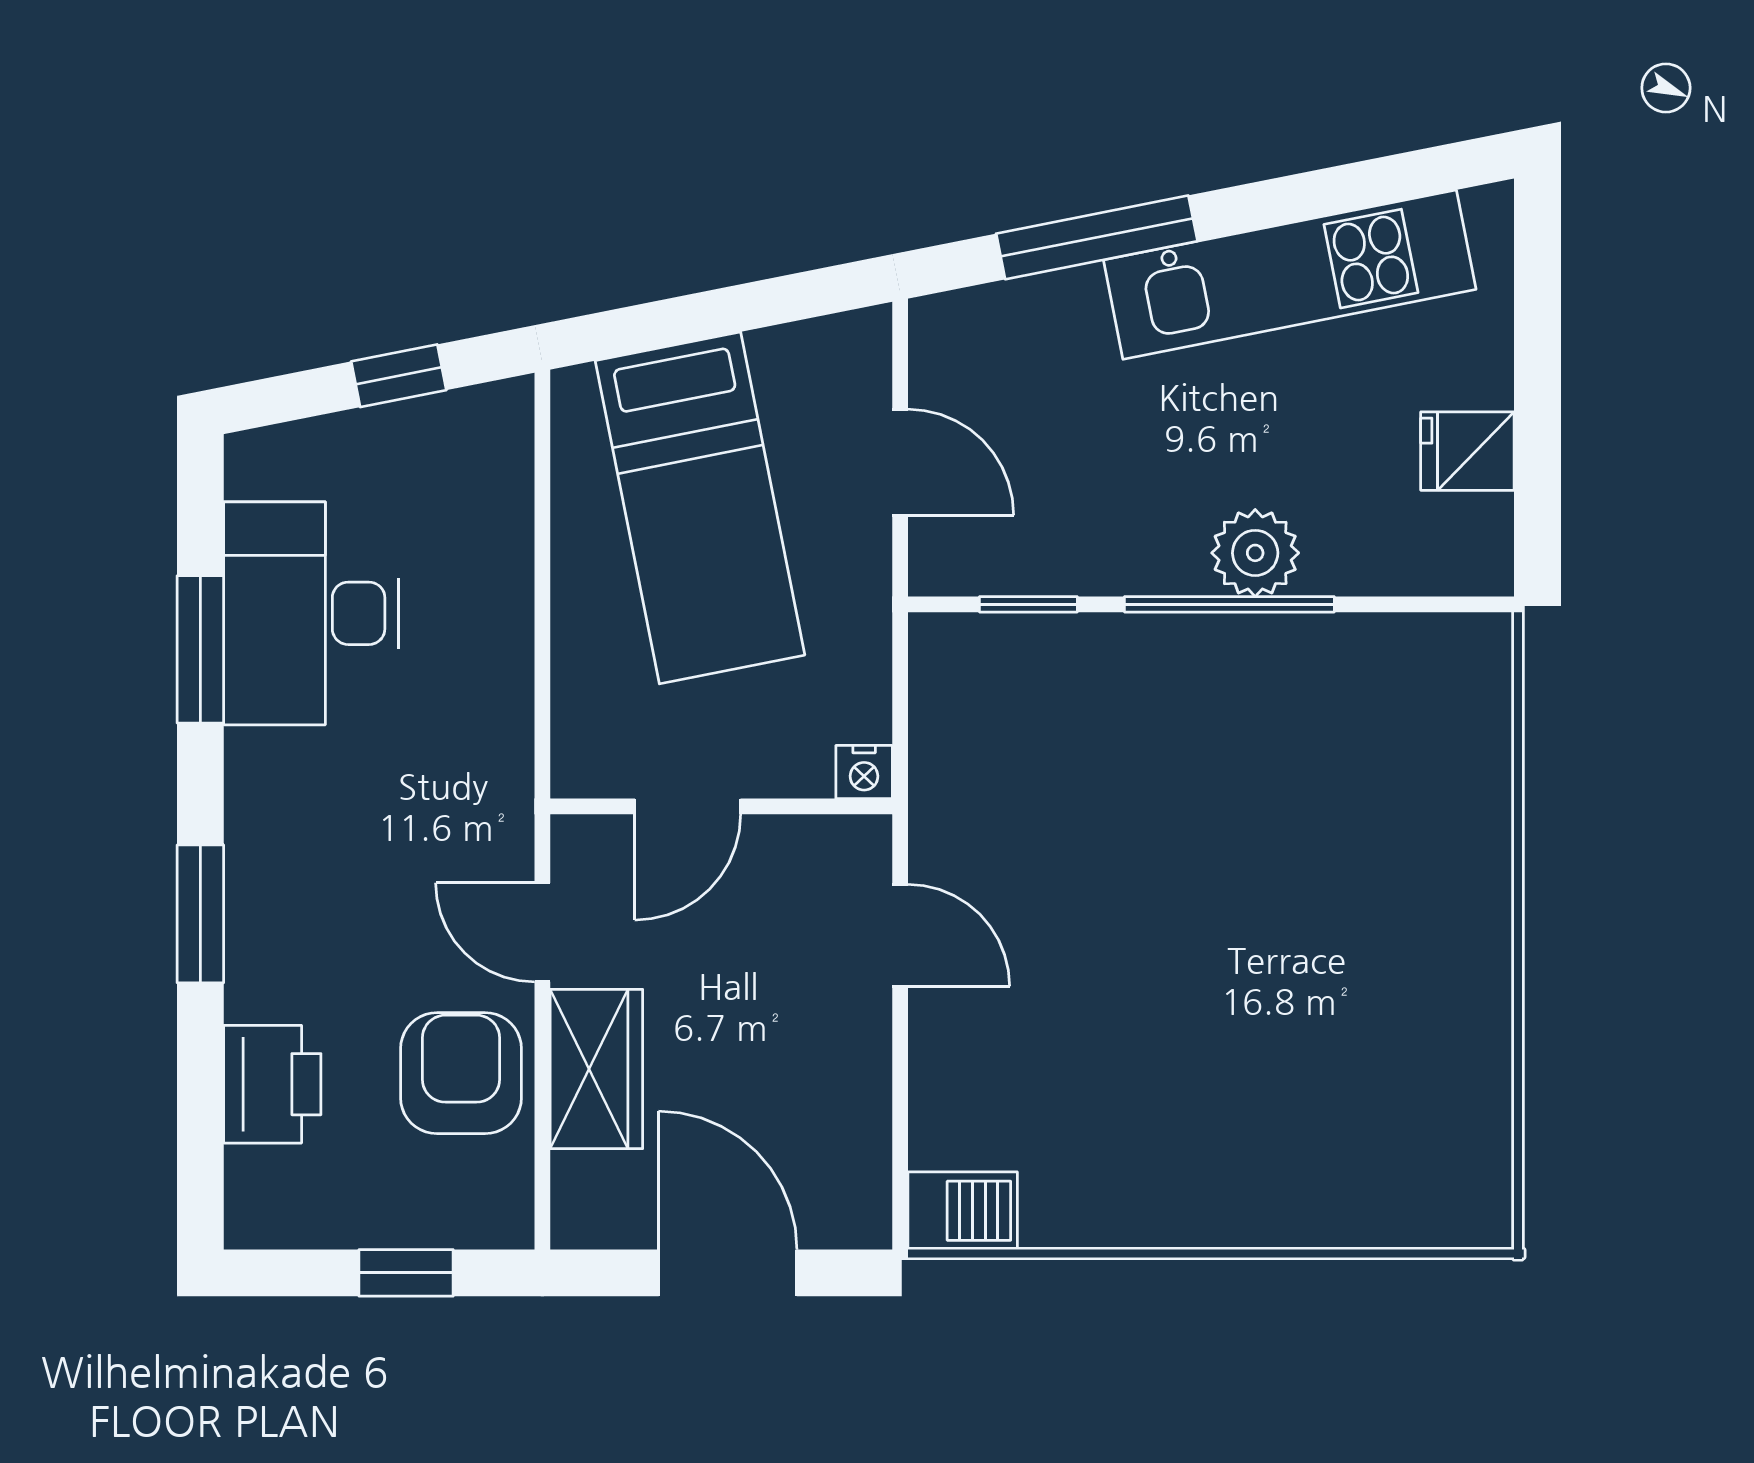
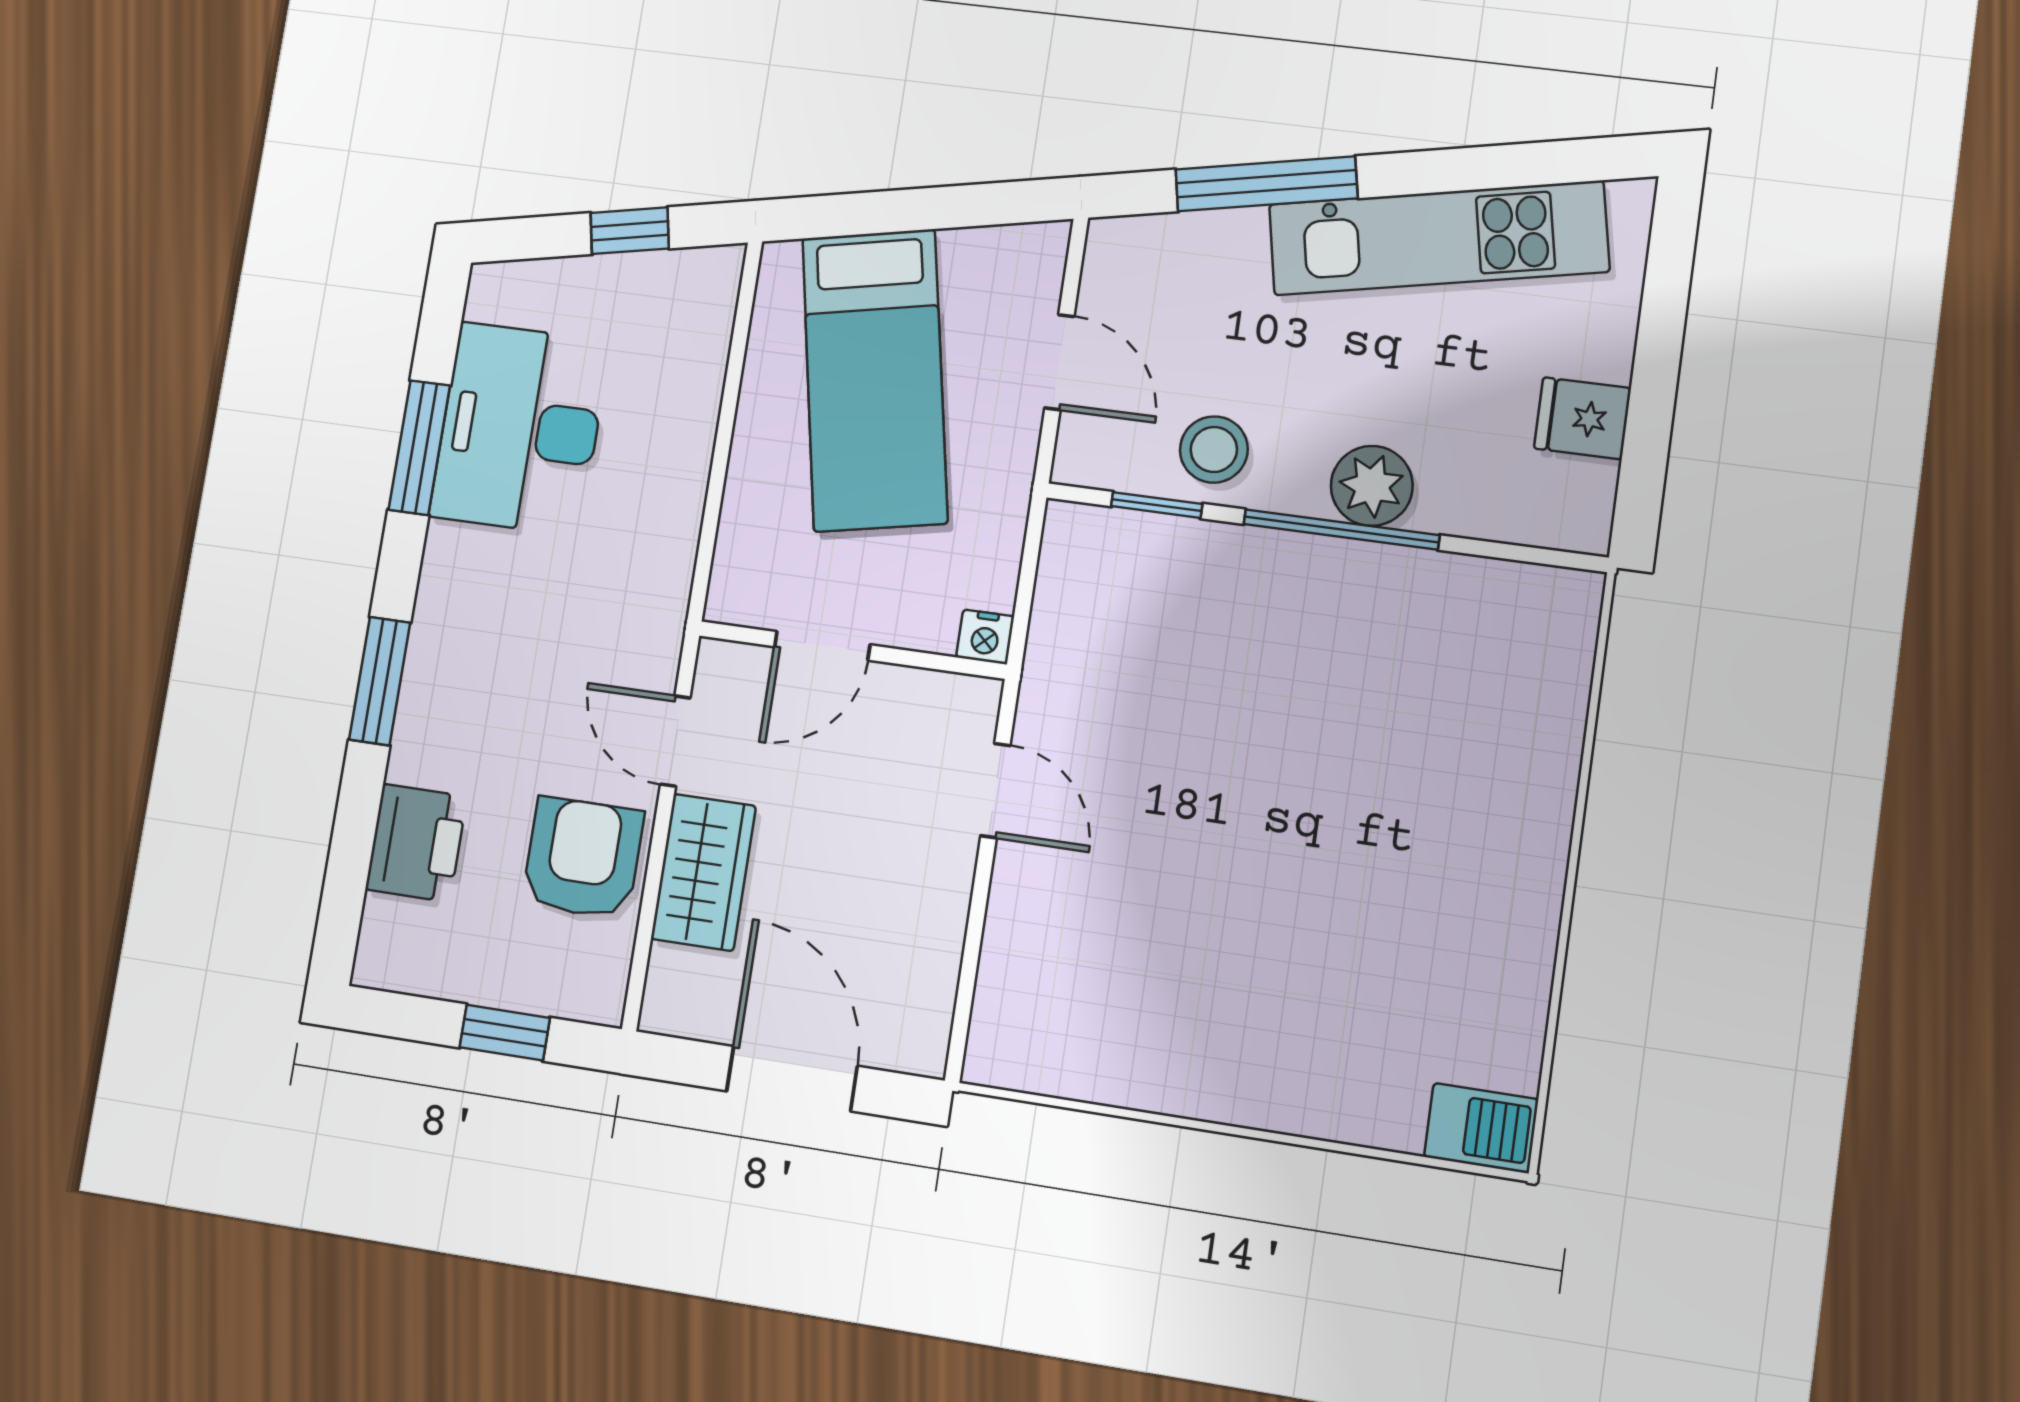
stool: (1081, 536) -> (1214, 450), added
barbecue: (963, 1211) -> (1481, 1128), moved

